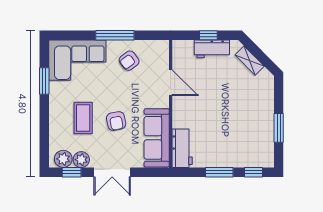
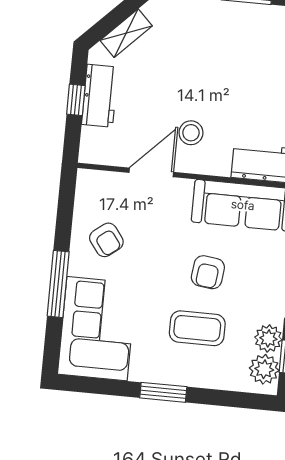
window: (115, 35) -> (58, 284), moved
window: (44, 81) -> (163, 392), moved
stool: (196, 103) -> (191, 133), added
armchair: (116, 121) -> (208, 272), turned 108

